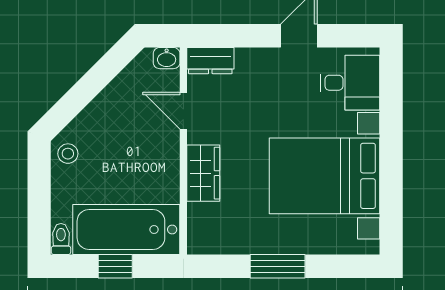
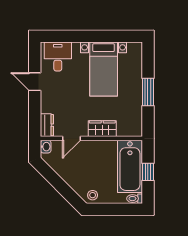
bed with nightstands: (324, 176) -> (104, 69), width x0.73

